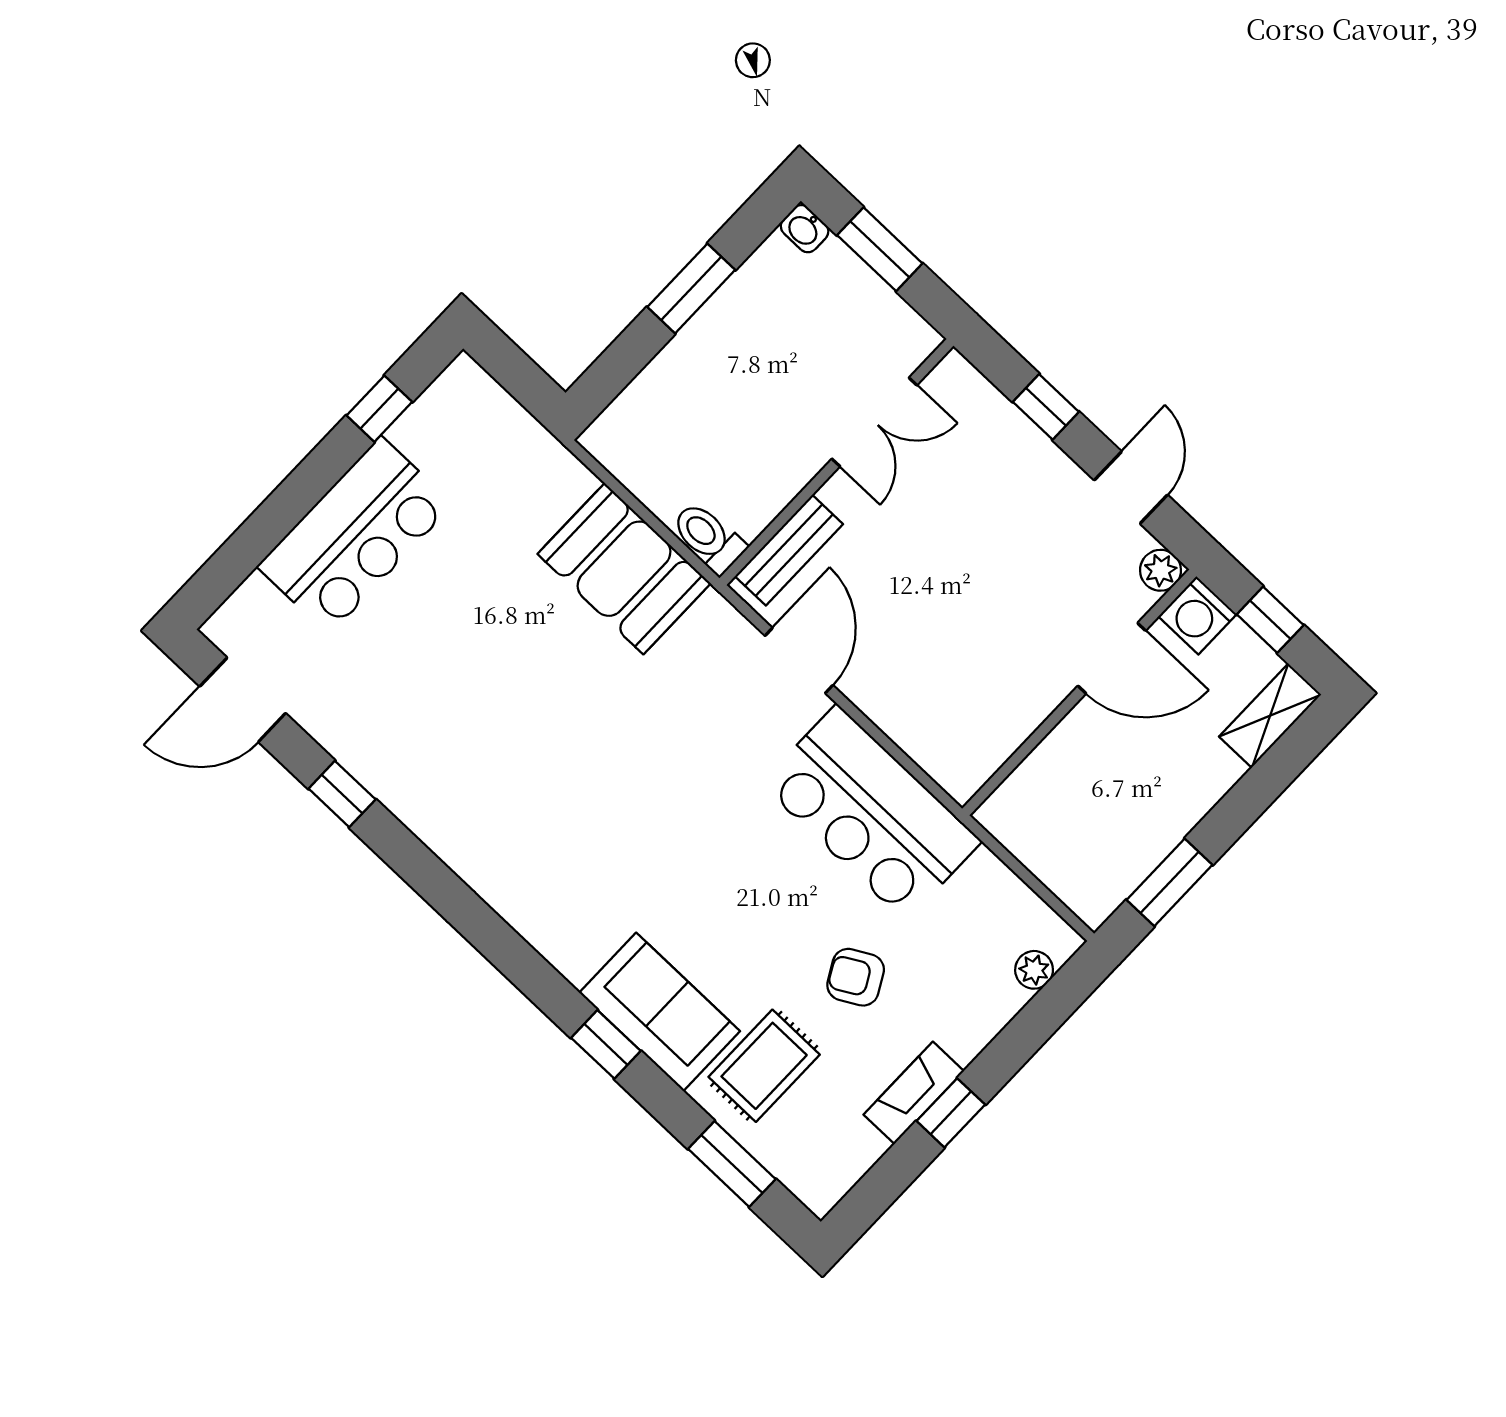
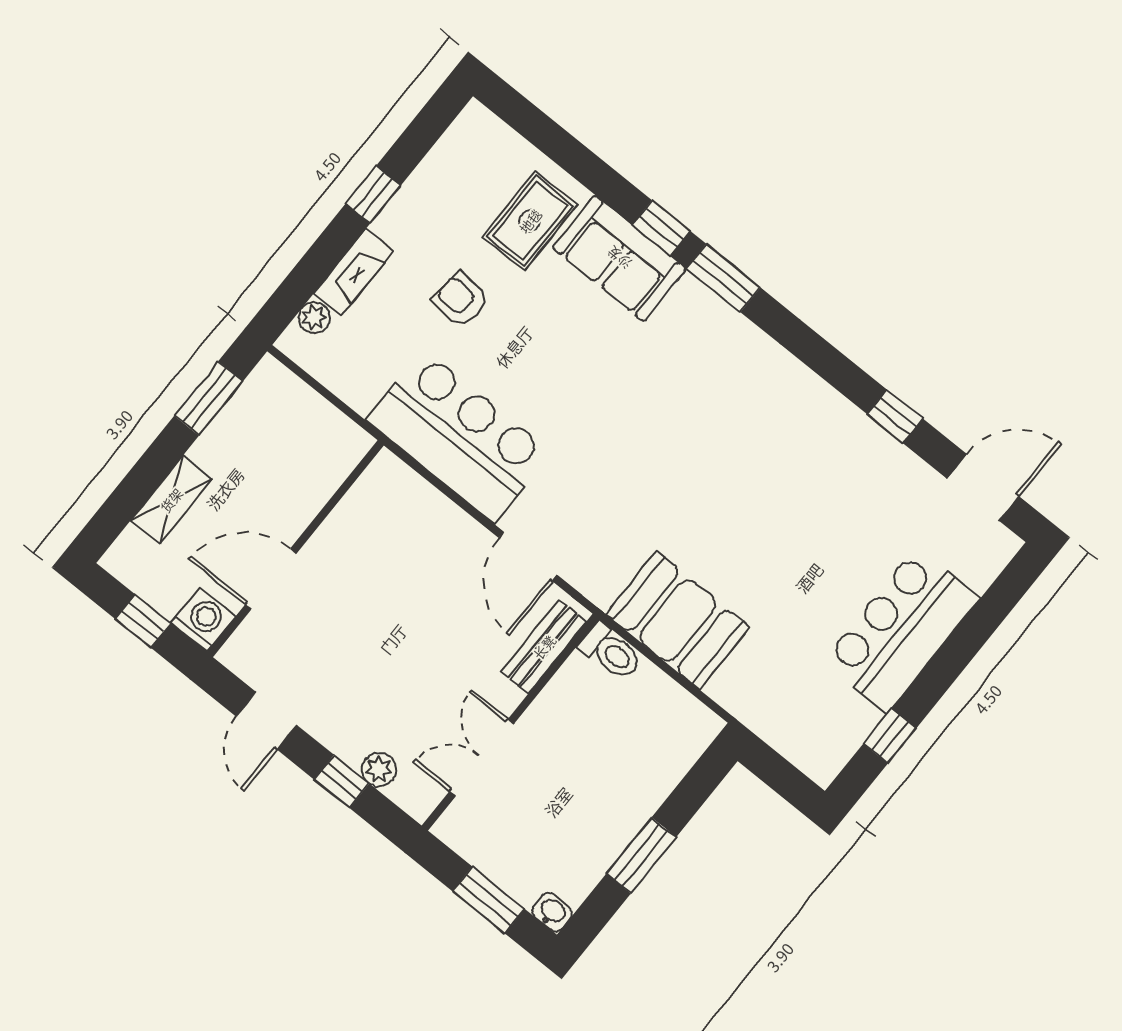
plant: (1161, 570) -> (379, 769), moved
shelving: (1270, 716) -> (171, 500), moved
armchair: (856, 977) -> (460, 300), turned -146
fireplace: (914, 1093) -> (354, 272), moved
window: (732, 1164) -> (723, 278), moved

